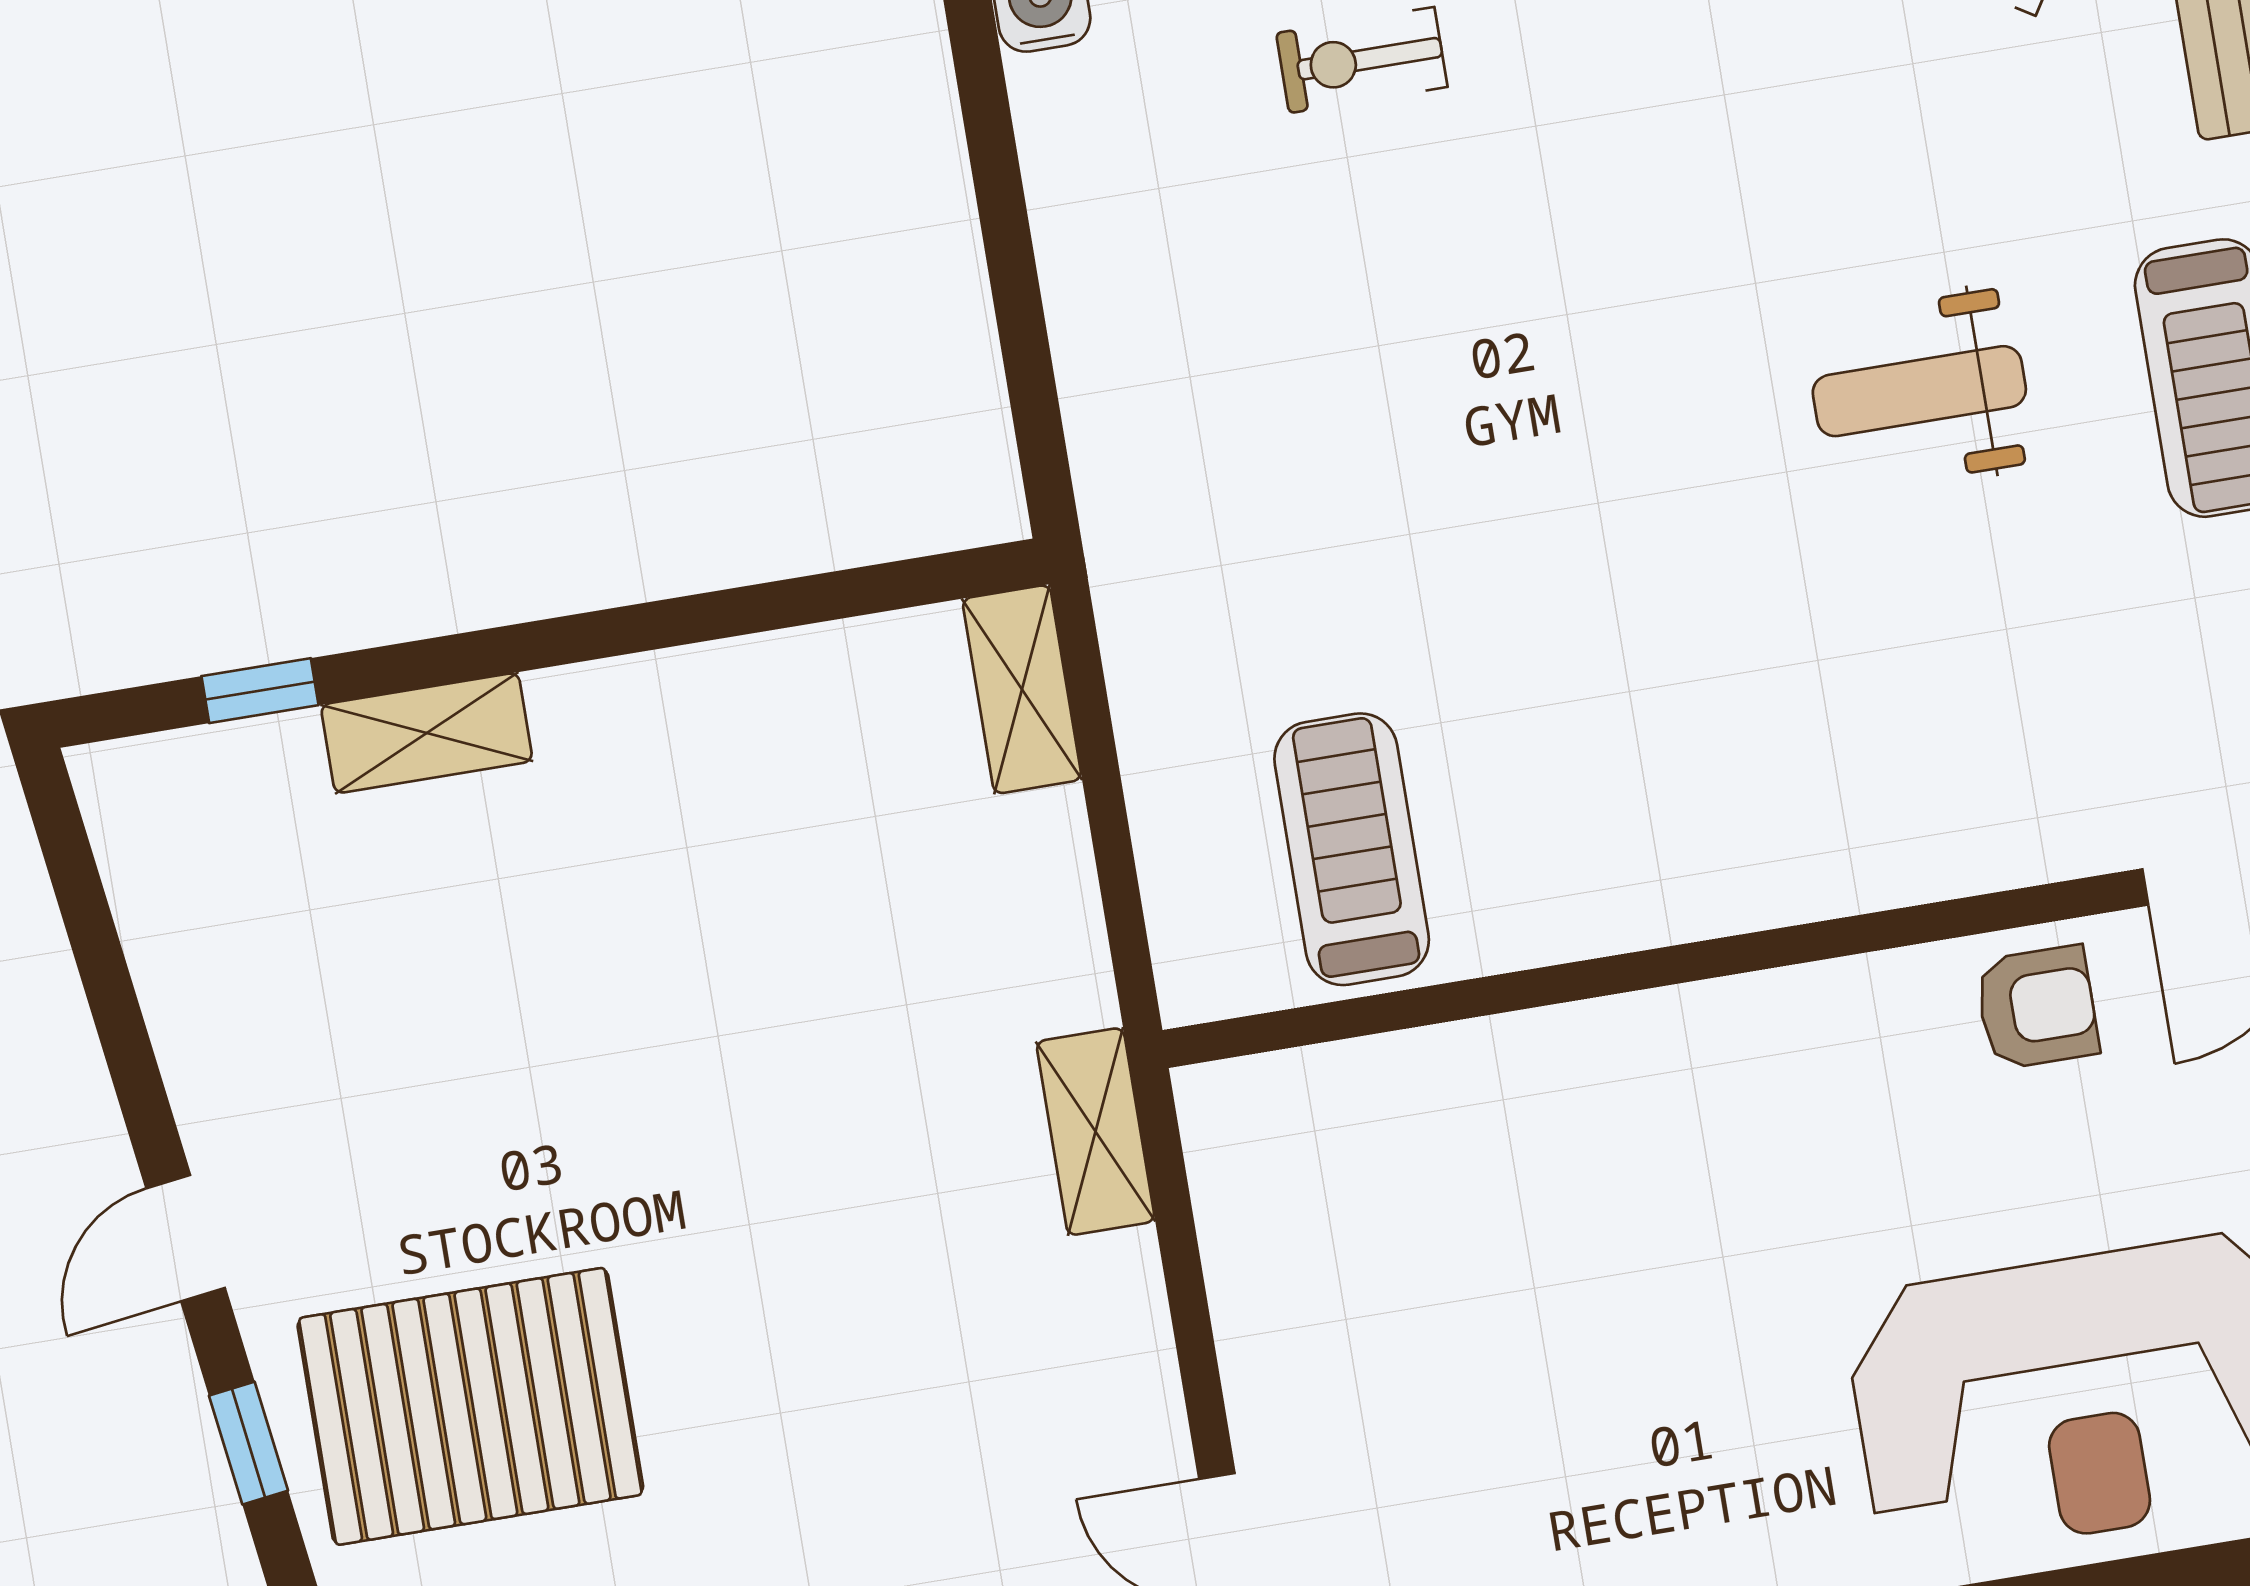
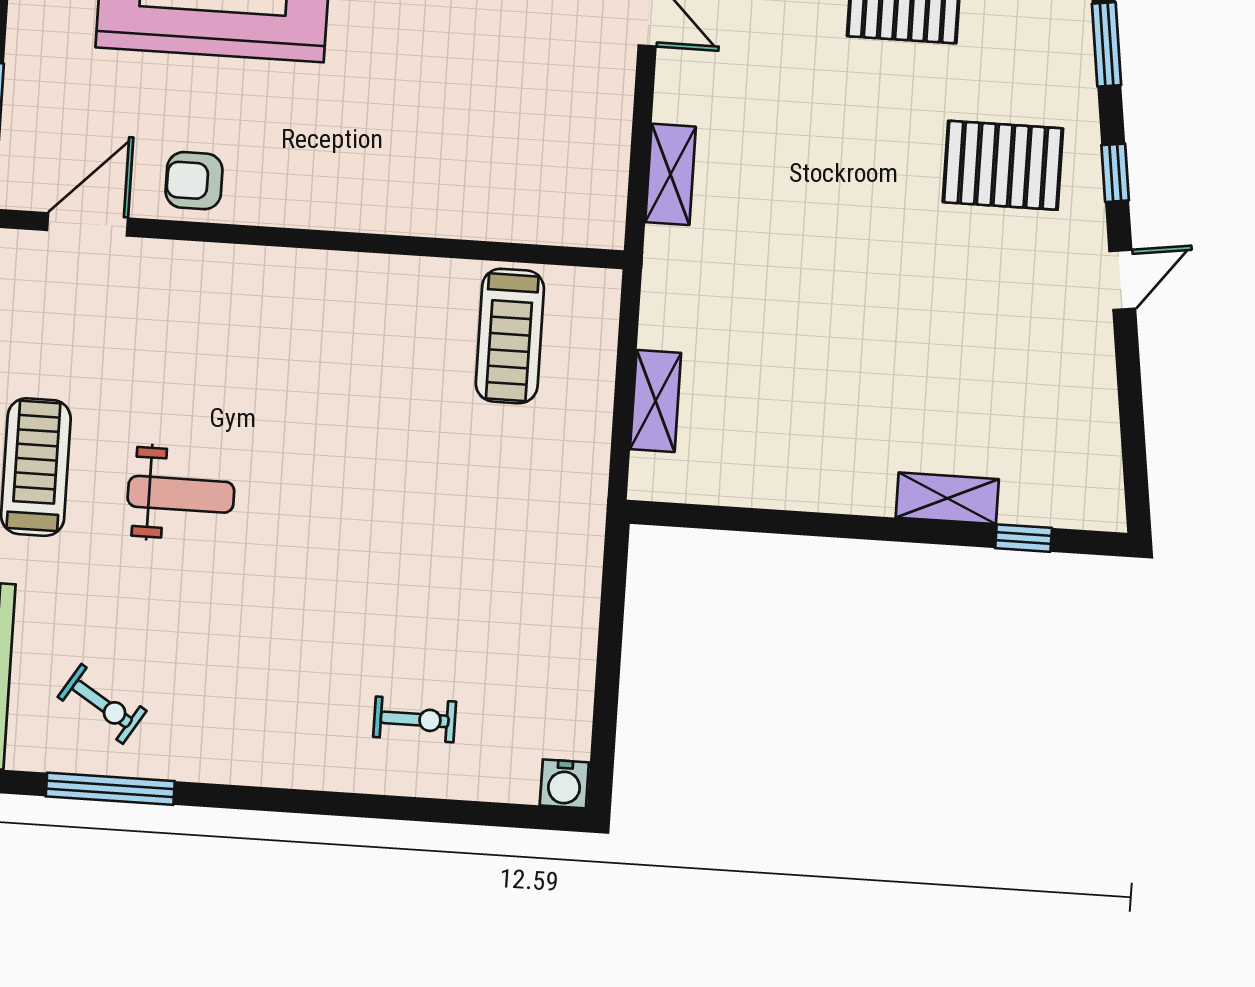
shelving: (1022, 689) -> (656, 401), moved
shelving: (1096, 1132) -> (670, 174), moved
pallet: (470, 1406) -> (1003, 165), width x0.73, depth x0.71

